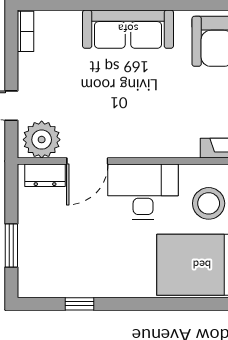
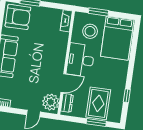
door: (87, 161) -> (63, 83), hinge flipped
rug: (54, 244) -> (98, 103), added

